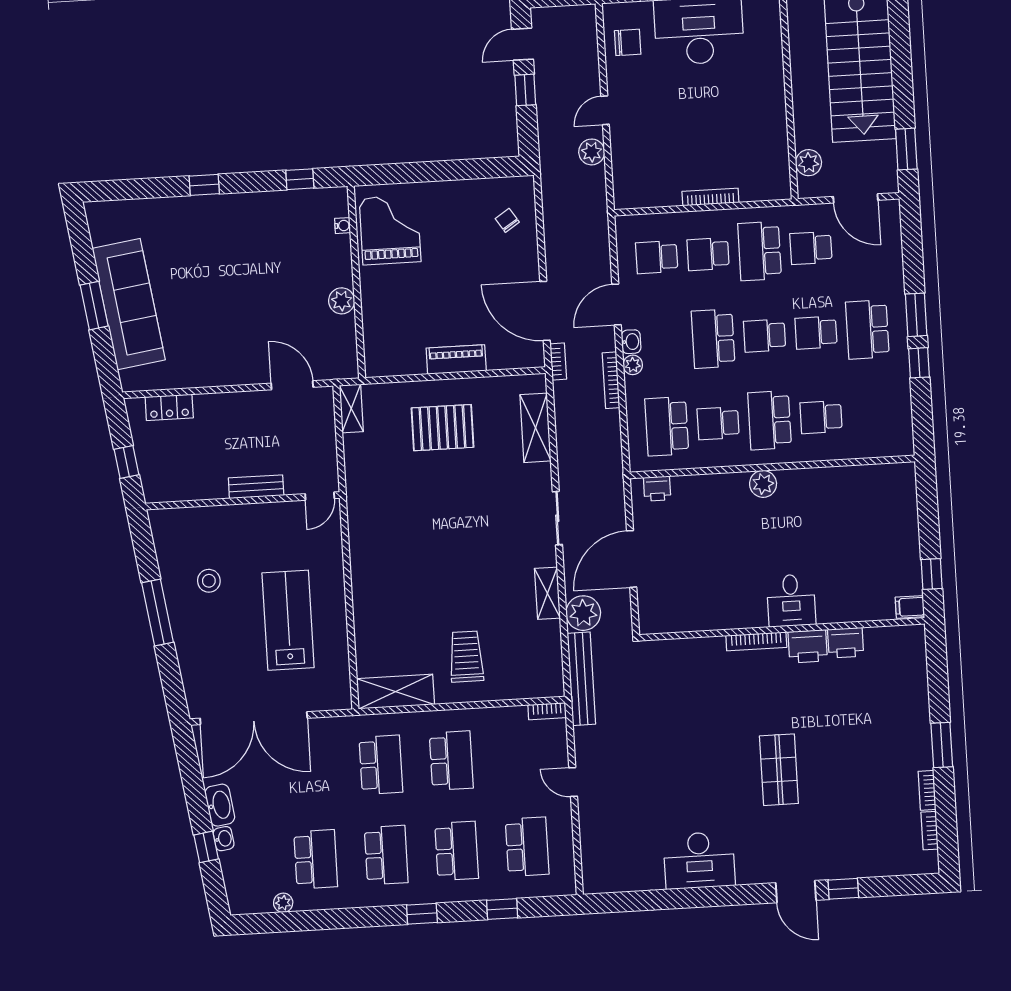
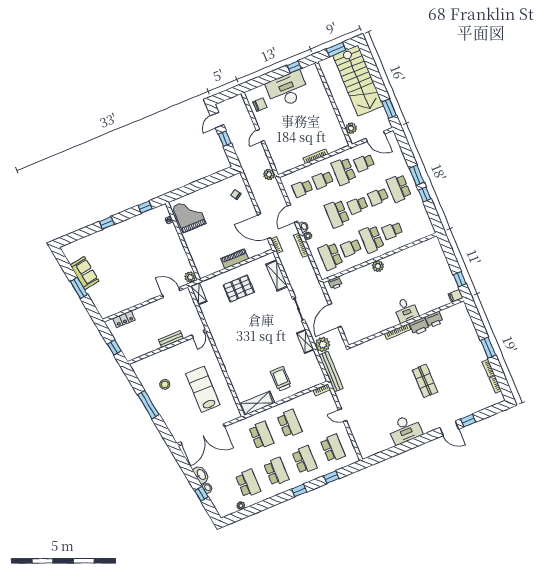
plant: (592, 152) -> (269, 174), moved
plant: (342, 301) -> (190, 277), moved
sofa: (129, 304) -> (84, 273), width x0.54, depth x0.79

